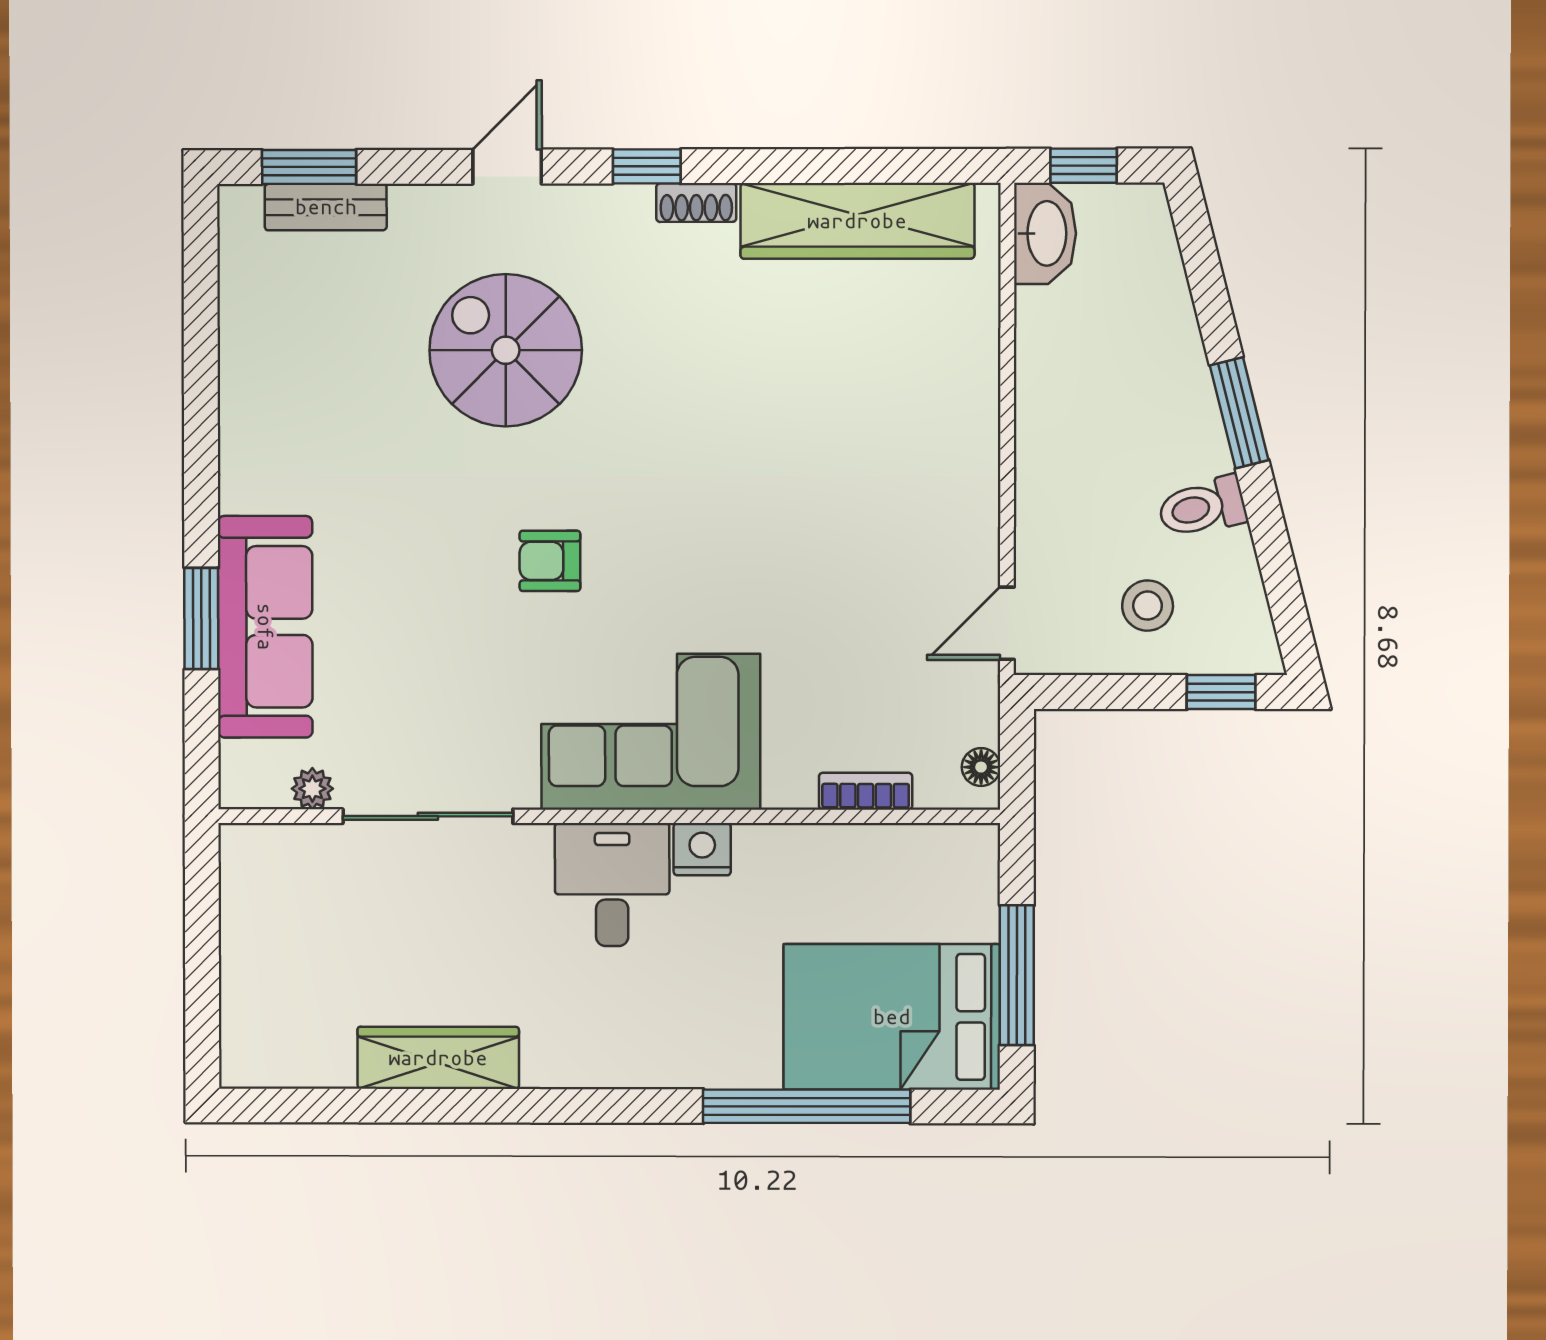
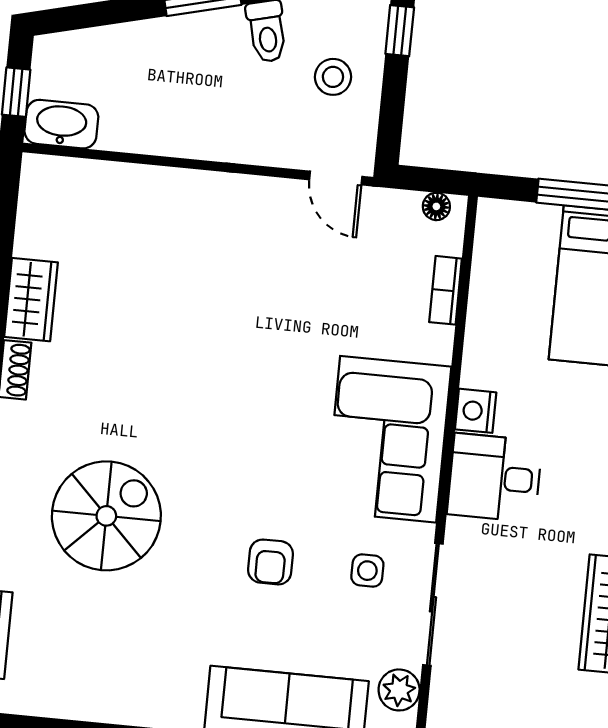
wardrobe: (857, 221) -> (31, 300), width x0.48, depth x0.85
spiral stairs: (506, 350) -> (106, 516), turned 180
armchair: (550, 561) -> (271, 562), moved
side table: (466, 721) -> (367, 571), added
plant: (312, 789) -> (399, 690), width x1.38, depth x1.38

